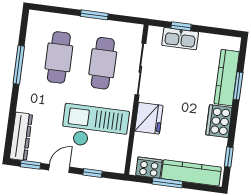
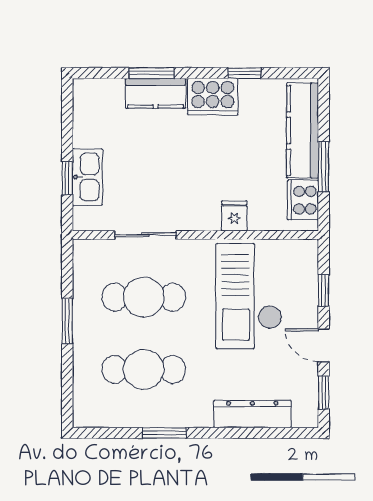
window: (19, 65) -> (164, 433), width x0.69
sliding door: (140, 69) -> (145, 235), width x0.73
kitchen counter: (227, 78) -> (156, 93), width x0.67
fridge: (149, 118) -> (234, 216), width x0.53, depth x0.75
dresser: (21, 136) -> (252, 414), moved
window: (229, 157) -> (244, 73), moved

